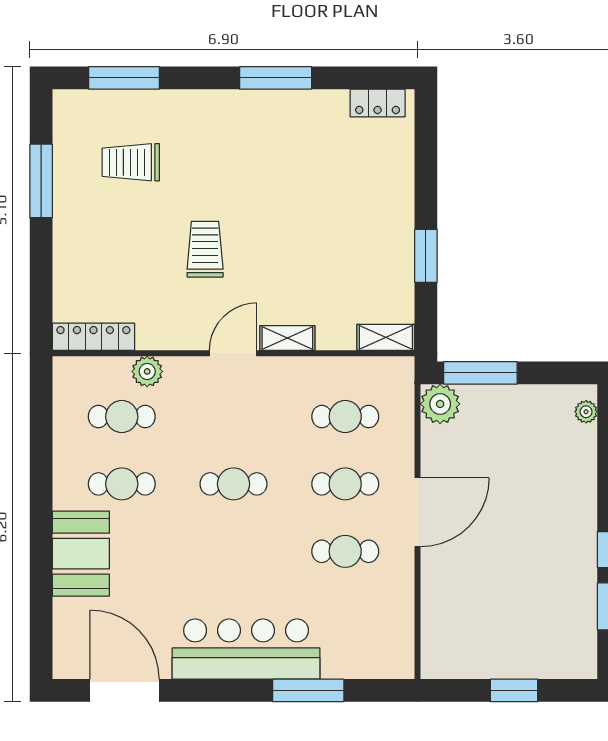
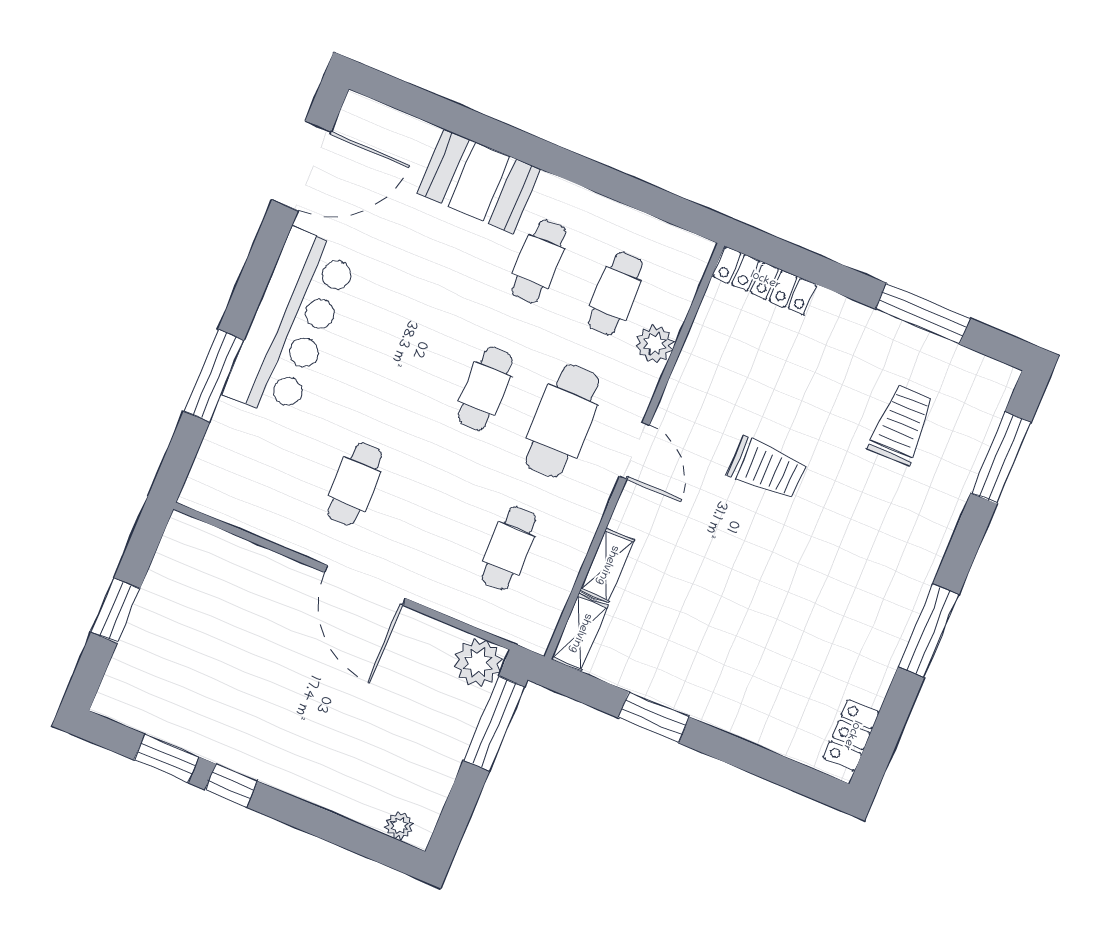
locker: (93, 337) -> (765, 281), moved, turned 90
shelving: (287, 338) -> (607, 565), moved
cafe table: (345, 484) -> (562, 421), moved, width x1.37, depth x1.35

